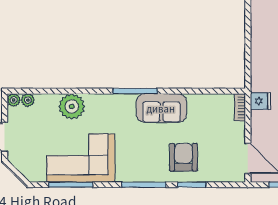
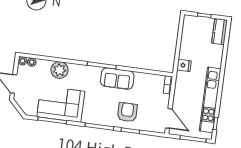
fridge: (260, 101) -> (184, 65), moved

